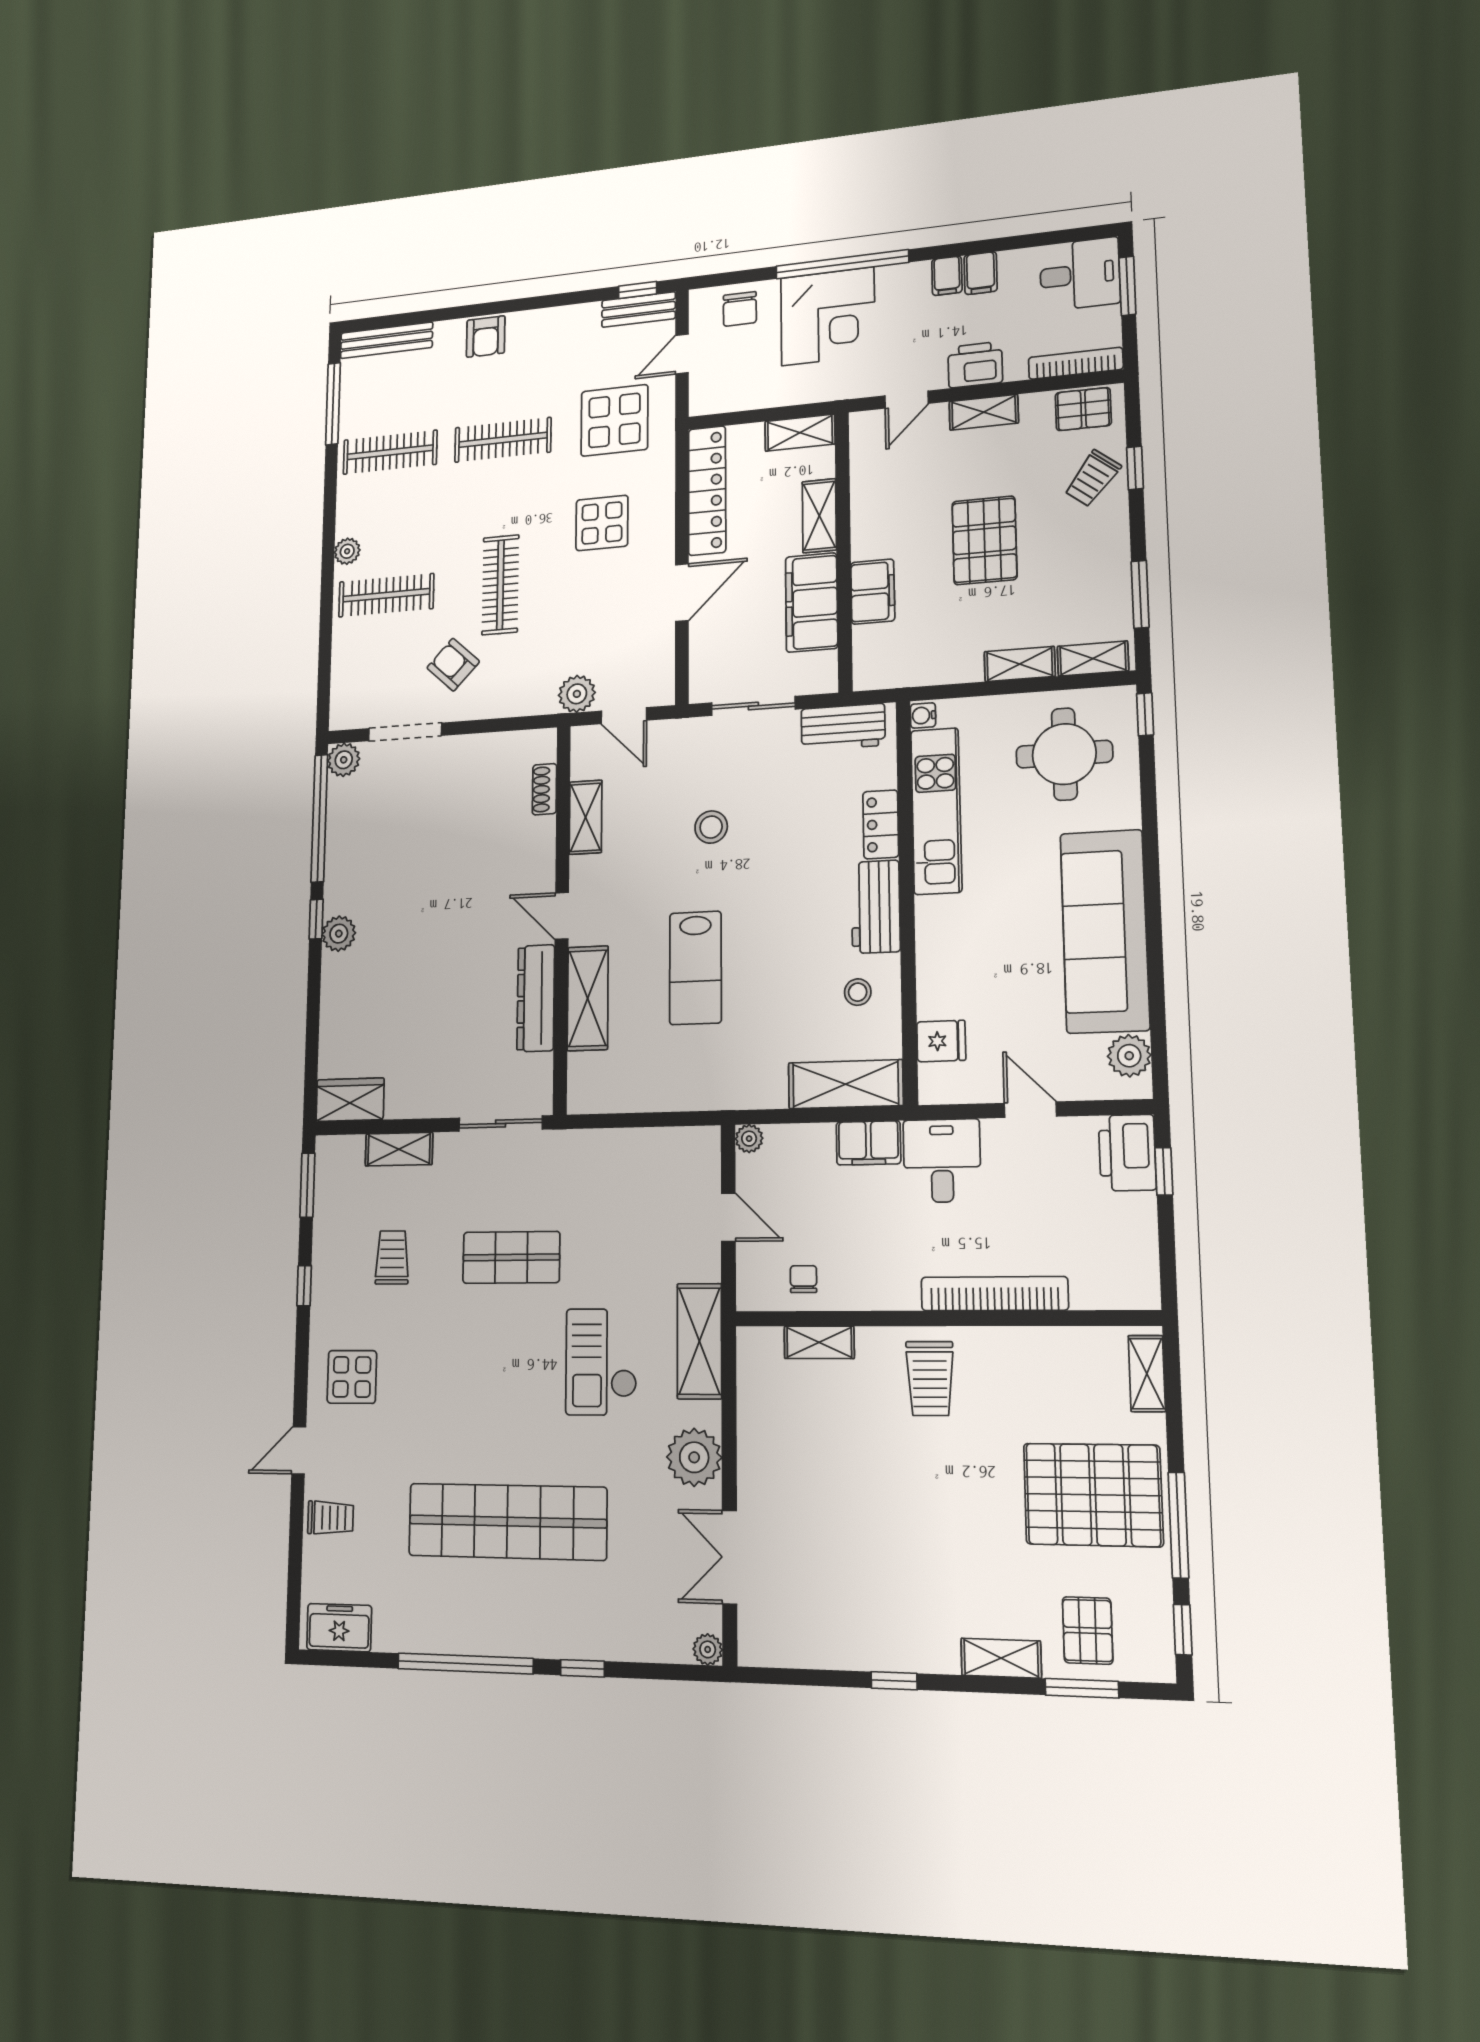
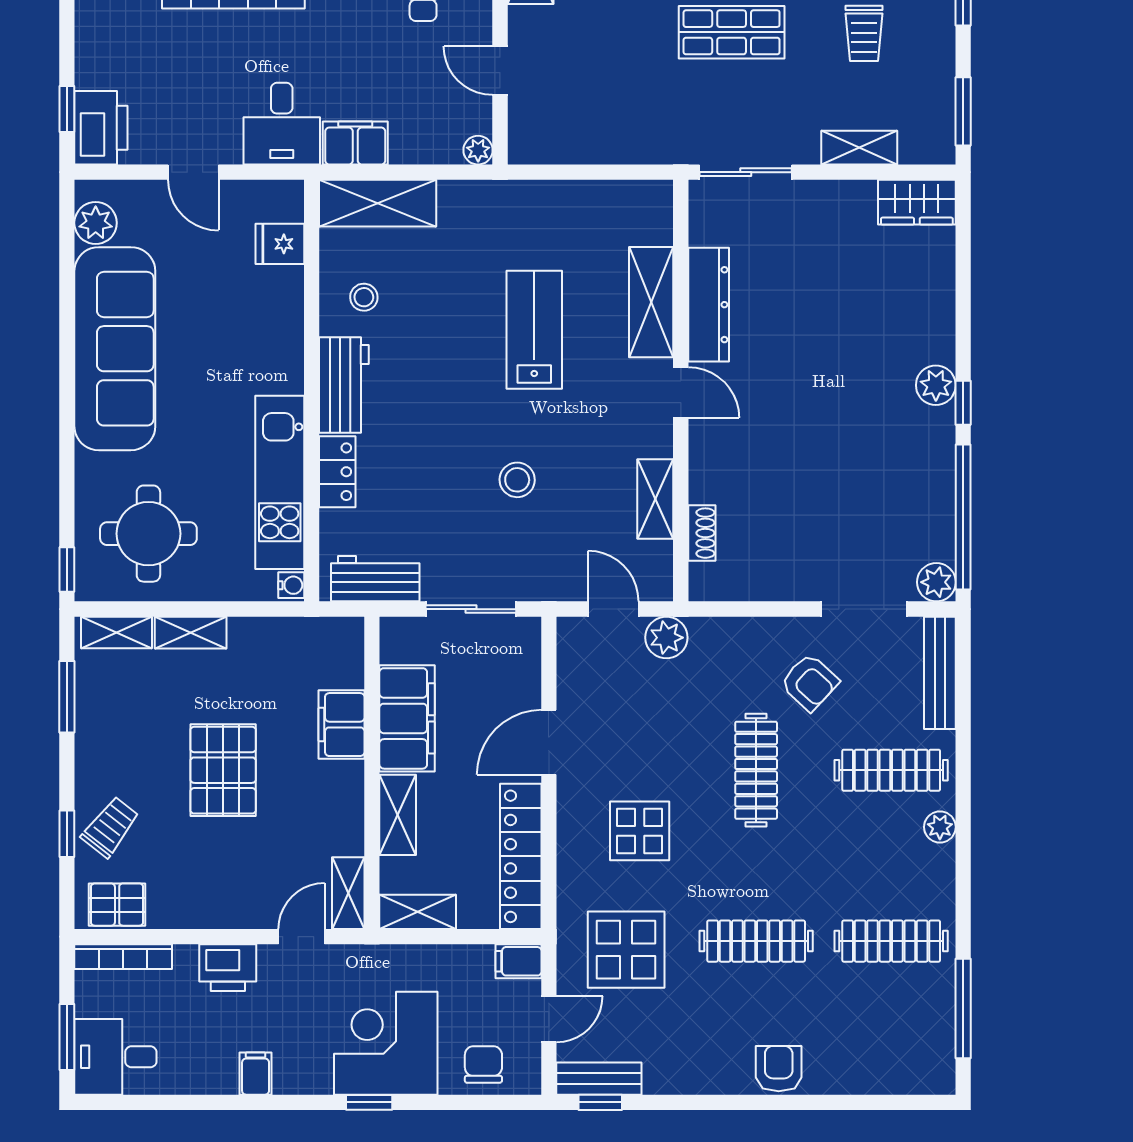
window: (842, 264) -> (369, 1102), width x0.32
filing cabinet: (981, 273) -> (519, 961), moved, turned -90
bench: (386, 340) -> (940, 673), moved, turned 90
shelving: (984, 412) -> (348, 893), moved, turned 90

